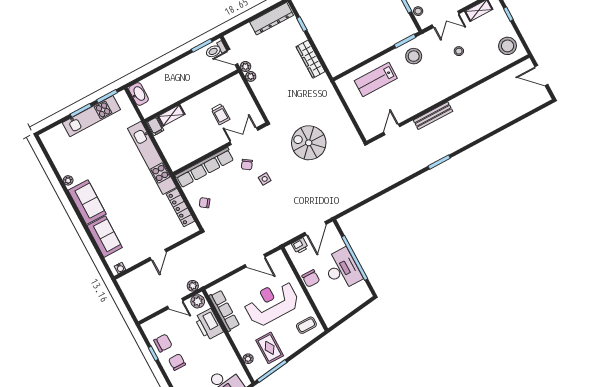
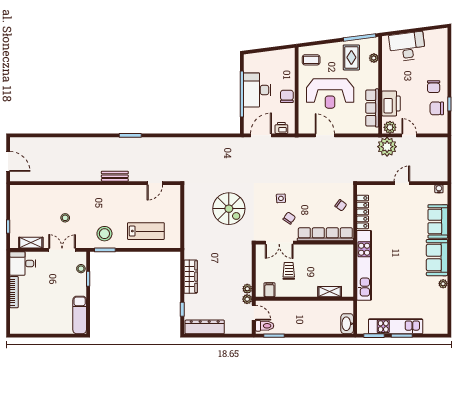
stool: (508, 46) -> (23, 201), removed
bench: (433, 116) -> (115, 176), width x0.73
filing cabinet: (155, 126) -> (269, 290), moved
plant: (193, 286) -> (387, 147), width x1.88, depth x1.88

